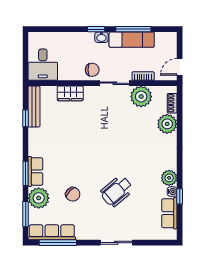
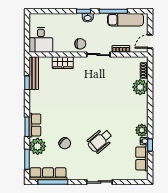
exam couch: (132, 40) -> (126, 20), moved
plant: (141, 97) -> (119, 65), removed

